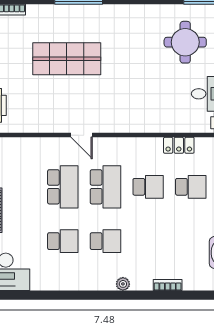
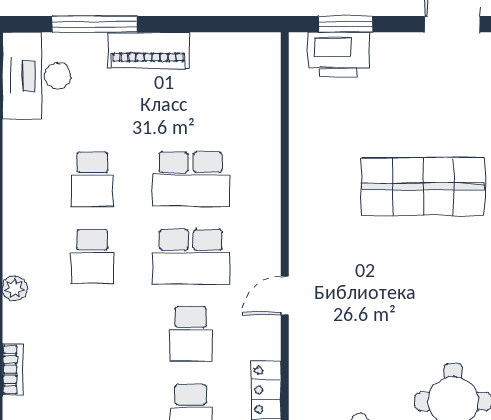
shop shelf: (67, 59) -> (423, 187), turned 90
door: (82, 135) -> (285, 296), moved

